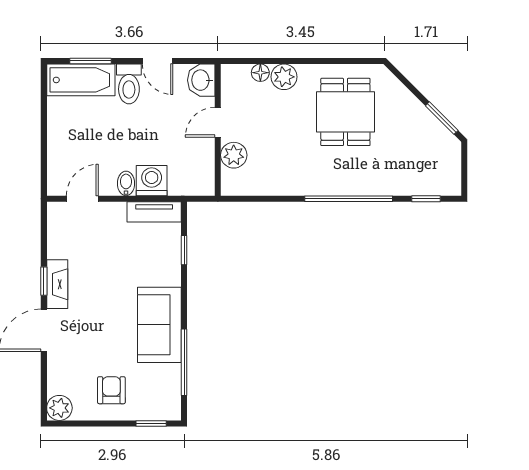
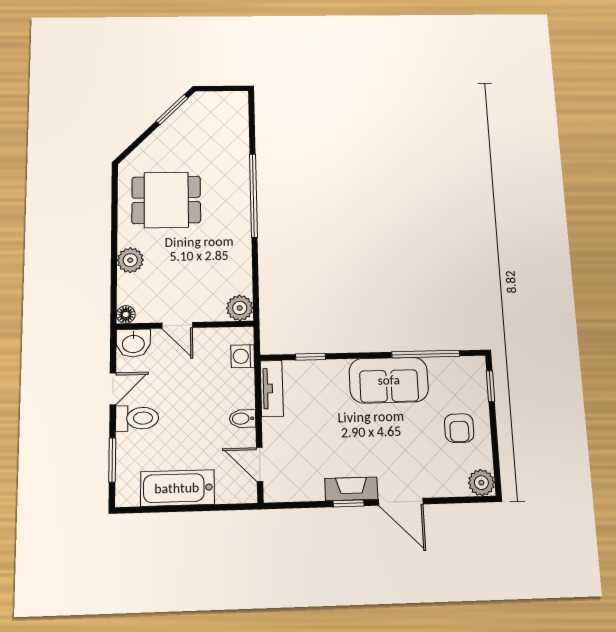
floor lamp: (260, 73) -> (126, 315), moved
bathtub: (81, 80) -> (177, 488), moved, turned -90
plant: (234, 155) -> (240, 308), moved
washing machine: (152, 181) -> (243, 356), moved, width x0.73, depth x0.73
window: (426, 199) -> (252, 123), removed
armchair: (111, 390) -> (459, 428), turned -90

